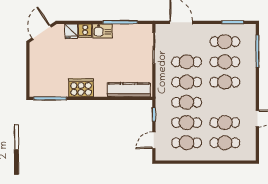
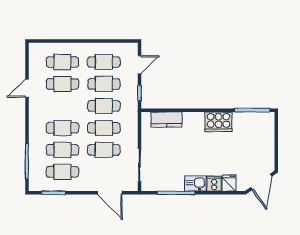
kitchen counter: (129, 90) -> (166, 120), width x0.67

